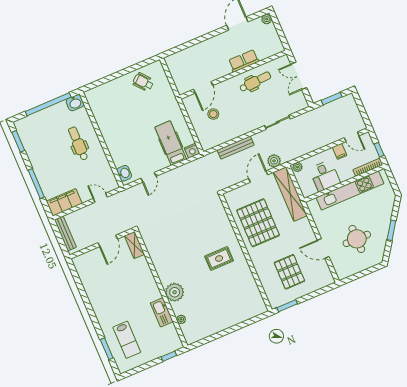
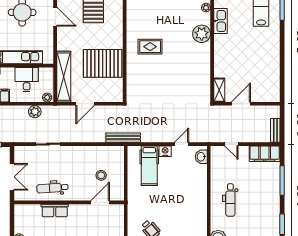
bench: (236, 148) -> (123, 138), moved
nightstand: (192, 151) -> (165, 151), moved
plant: (274, 161) -> (35, 112), moved
pallet: (258, 223) -> (103, 63), turned 90
bench: (65, 233) -> (275, 130), width x0.73

